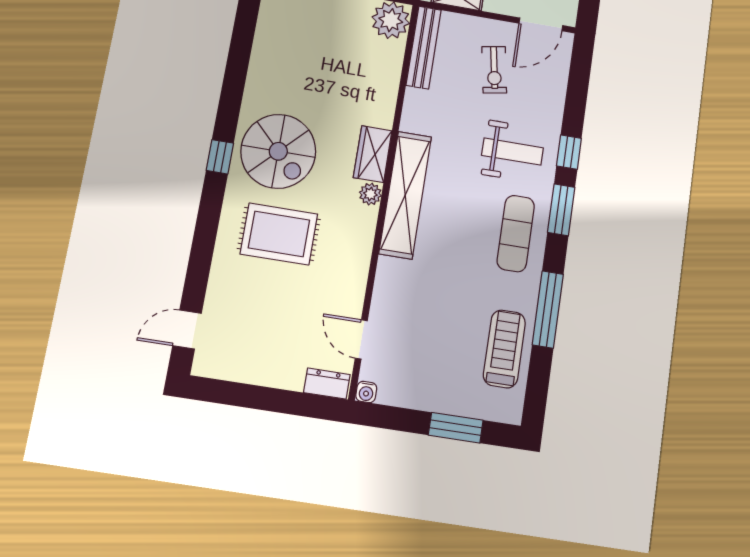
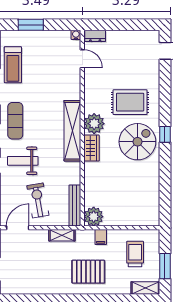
exercise bike: (494, 70) -> (38, 200), width x1.38, depth x1.39
spiral stairs: (278, 151) -> (137, 142), turned 90
plant: (370, 194) -> (94, 124), width x1.87, depth x1.87

